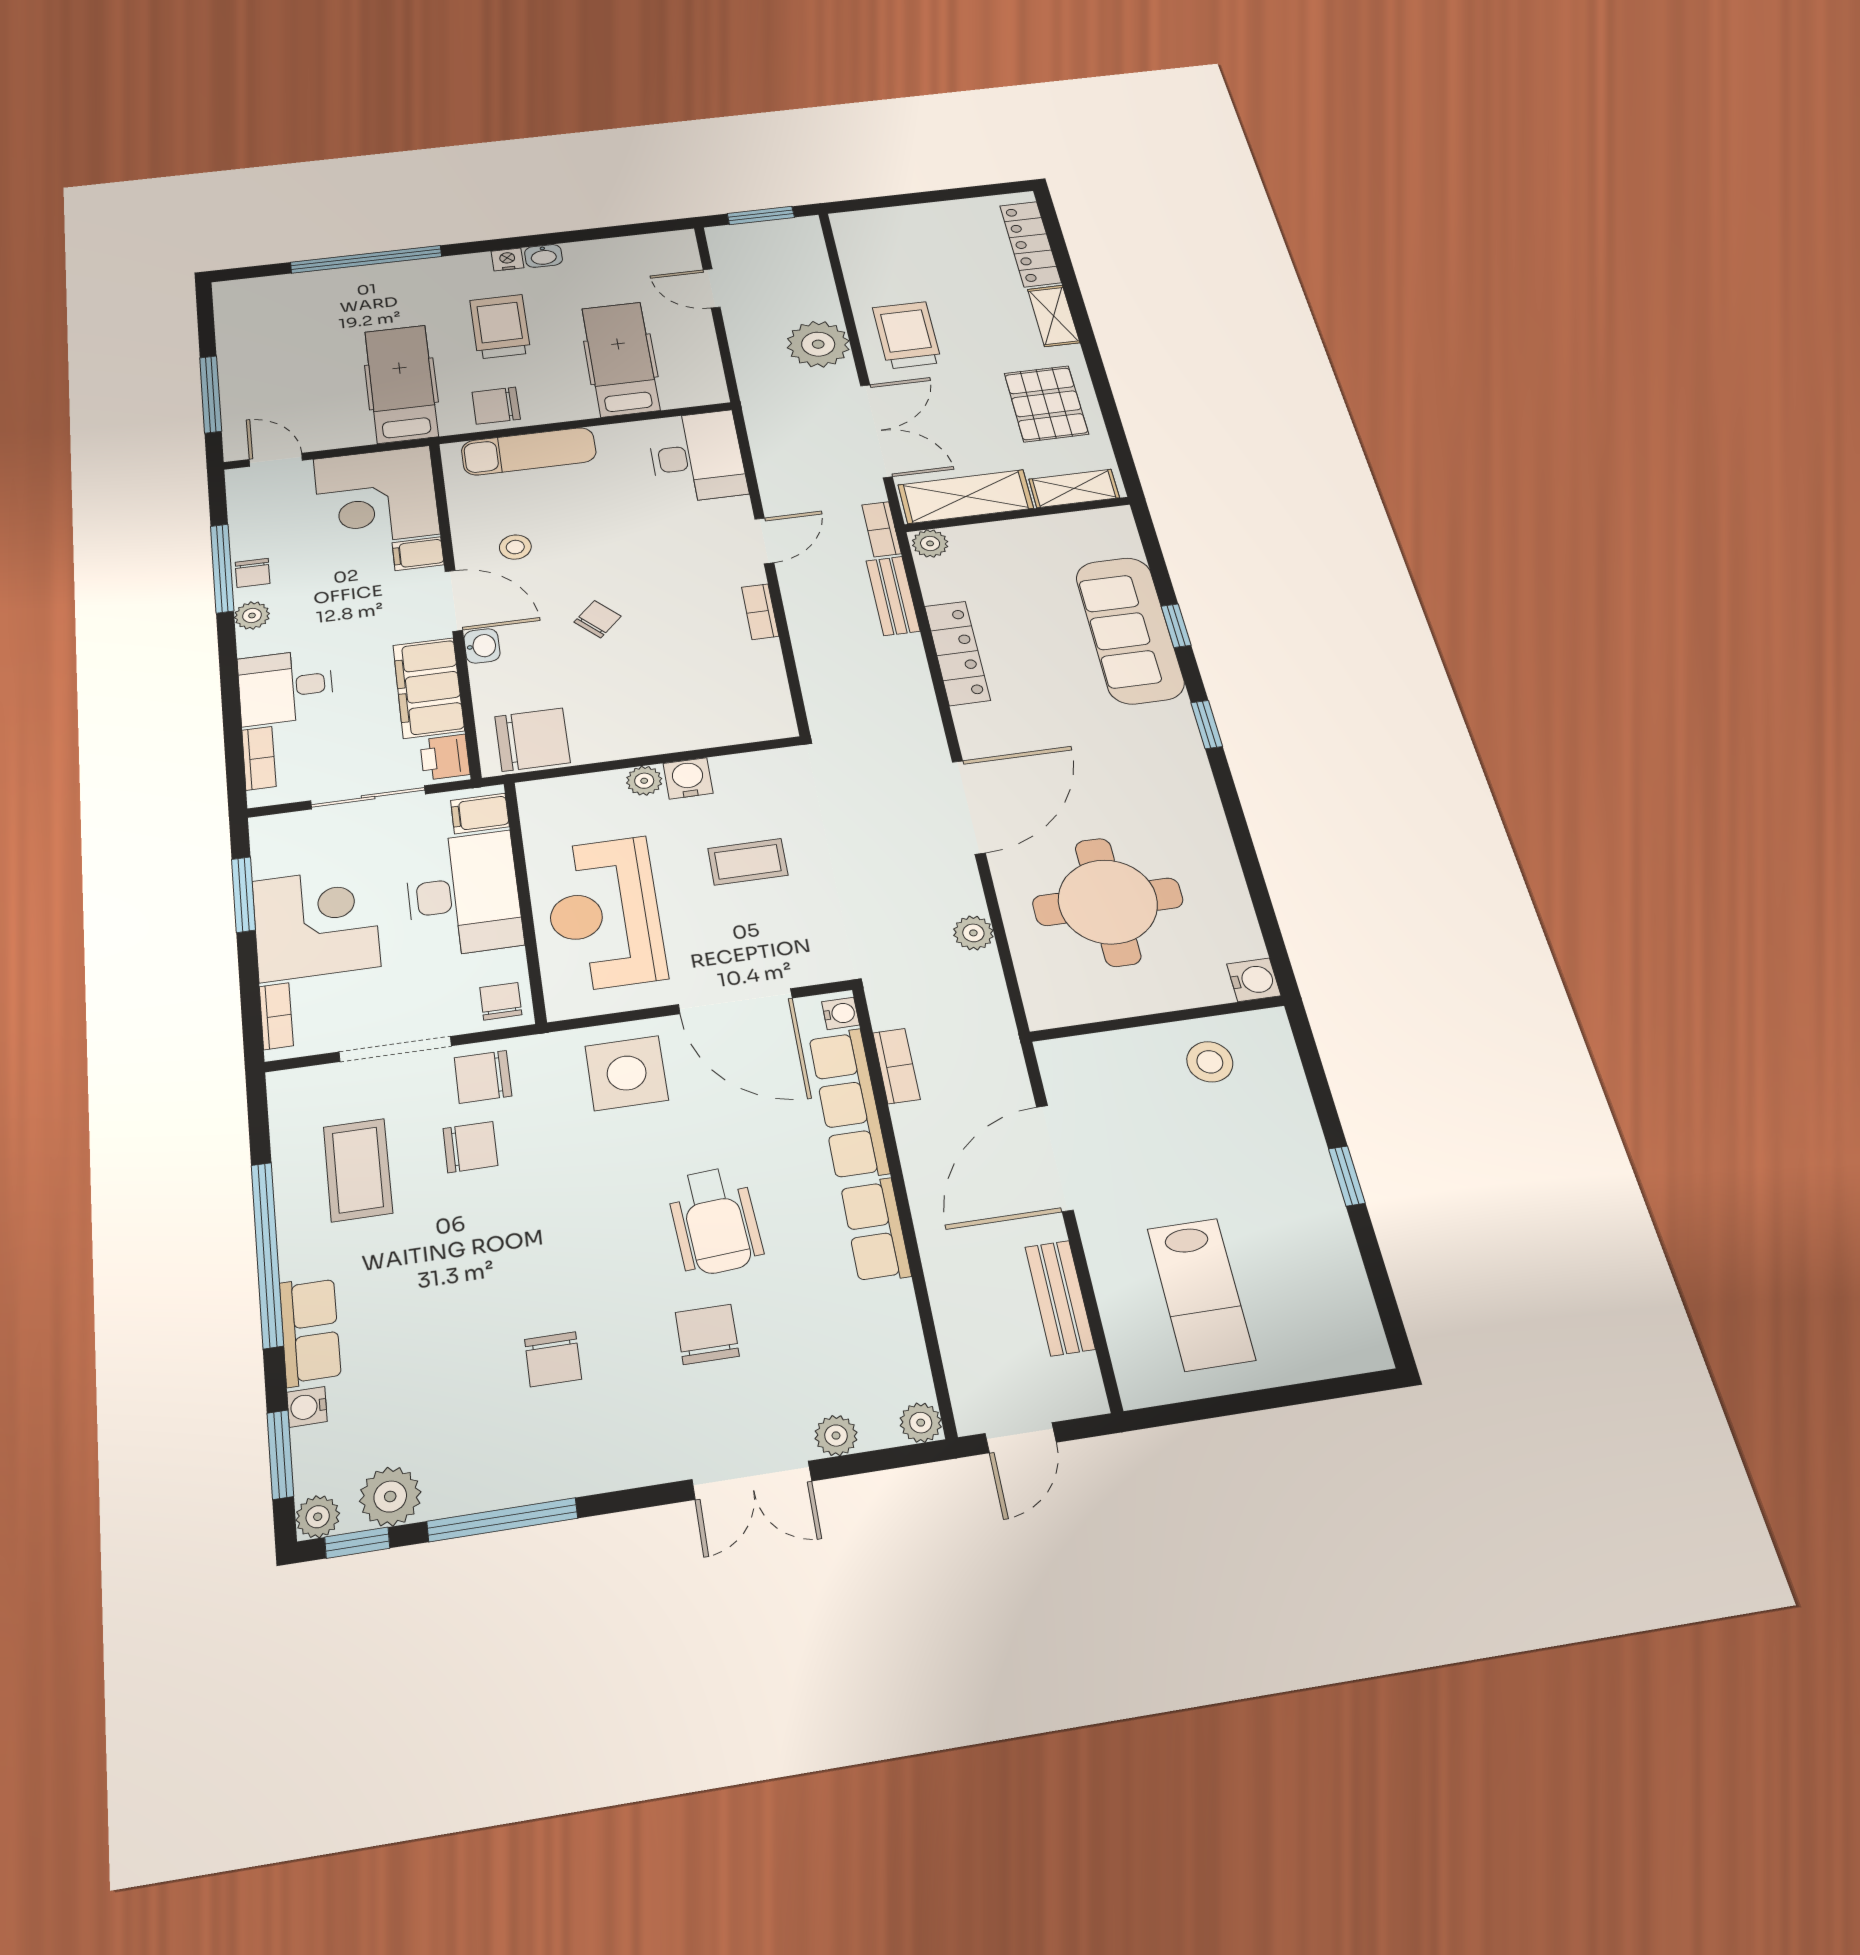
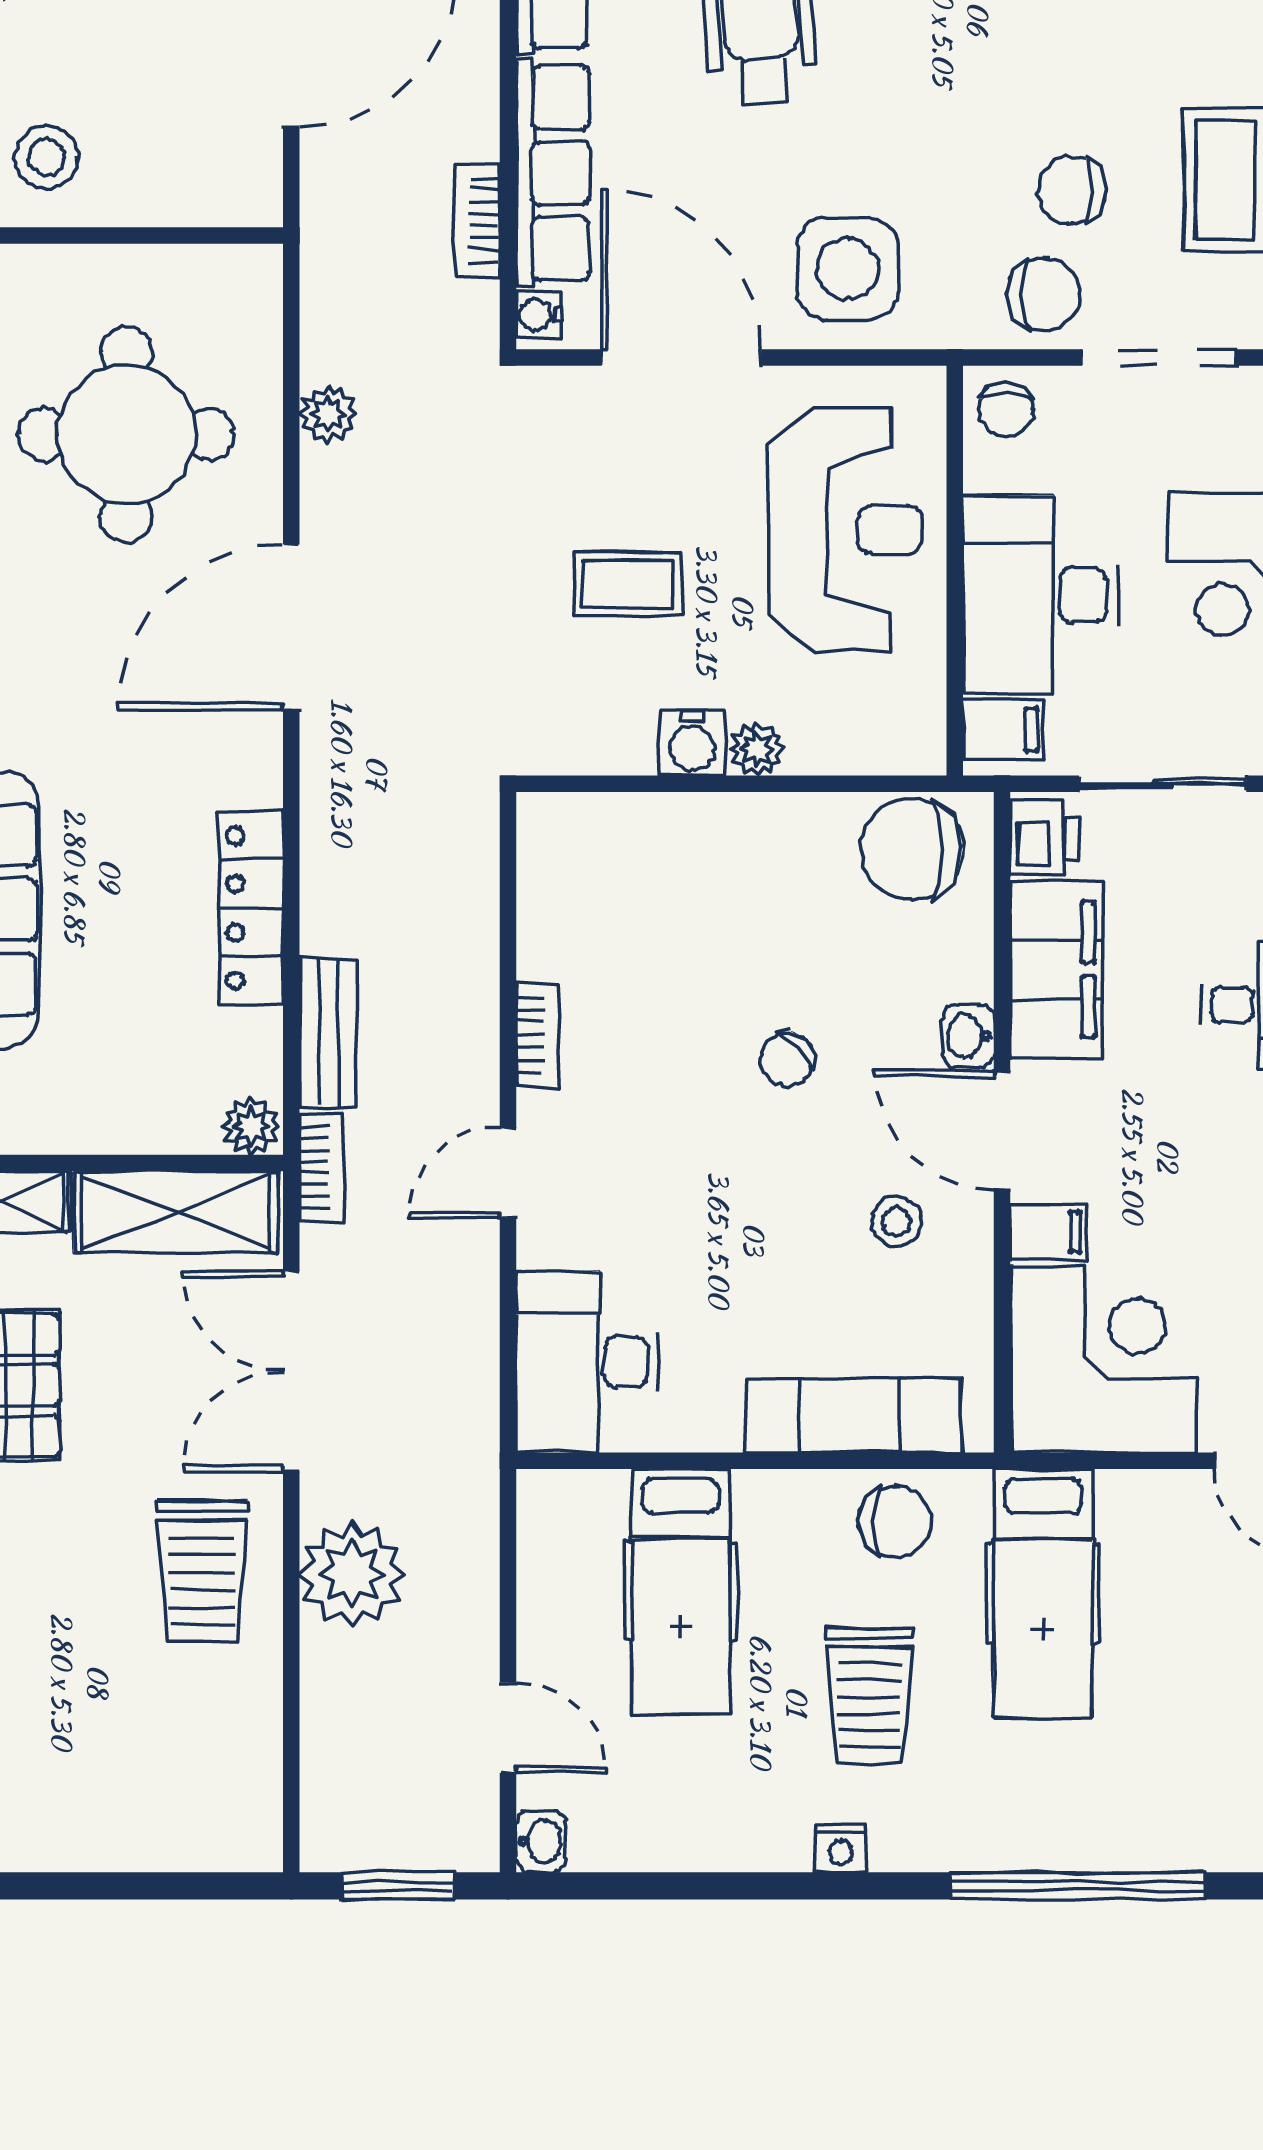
washbasin: (544, 256) -> (541, 1842), moved, turned 90

